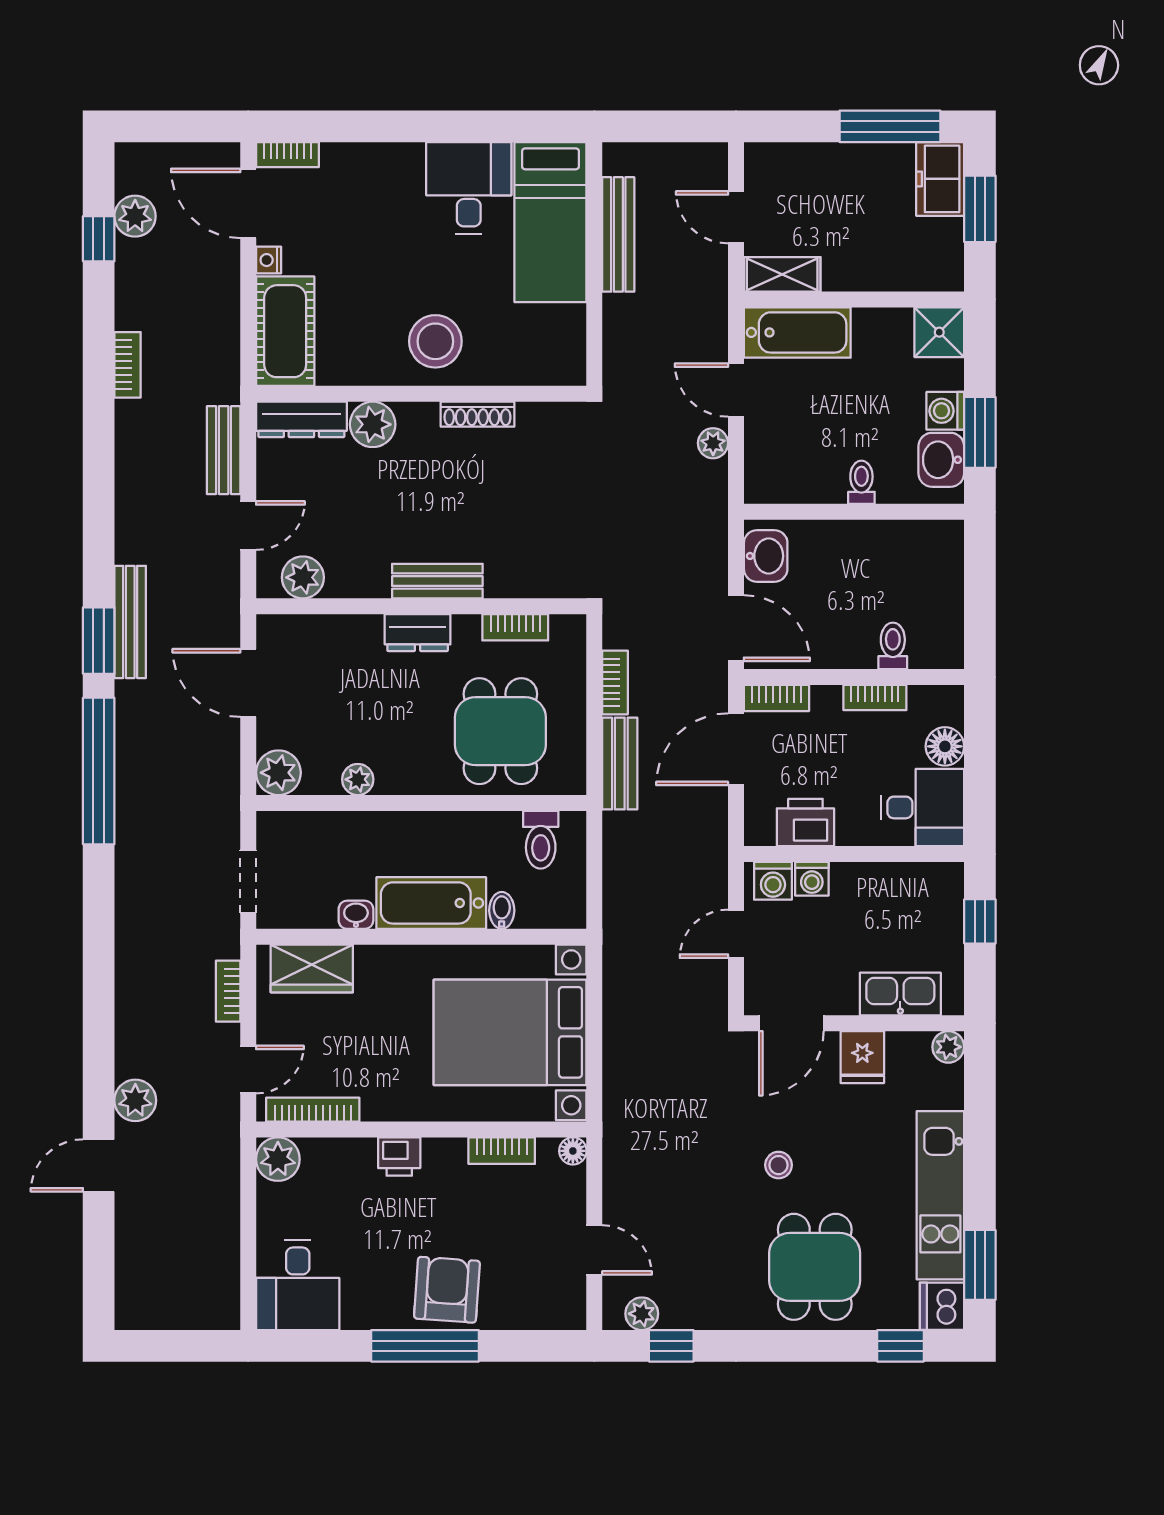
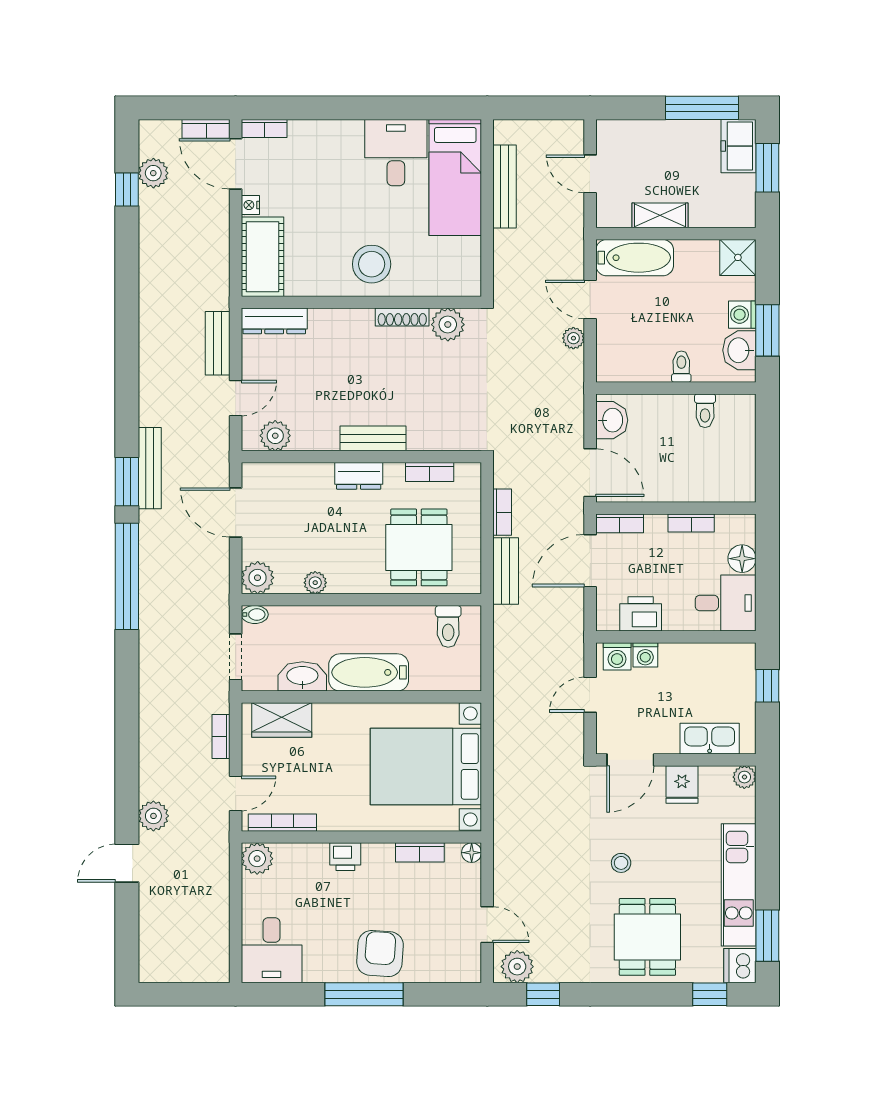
shelving: (782, 274) -> (660, 215), moved
bookcase: (128, 365) -> (206, 129), moved, turned 90
plant: (373, 424) -> (448, 325), moved
toilet: (893, 646) -> (705, 411), moved, turned 180
bidet: (502, 910) -> (255, 615), moved, turned 90
washbasin: (356, 915) -> (302, 676), width x1.91, depth x1.45
plant: (642, 1314) -> (517, 967), width x1.38, depth x1.38

